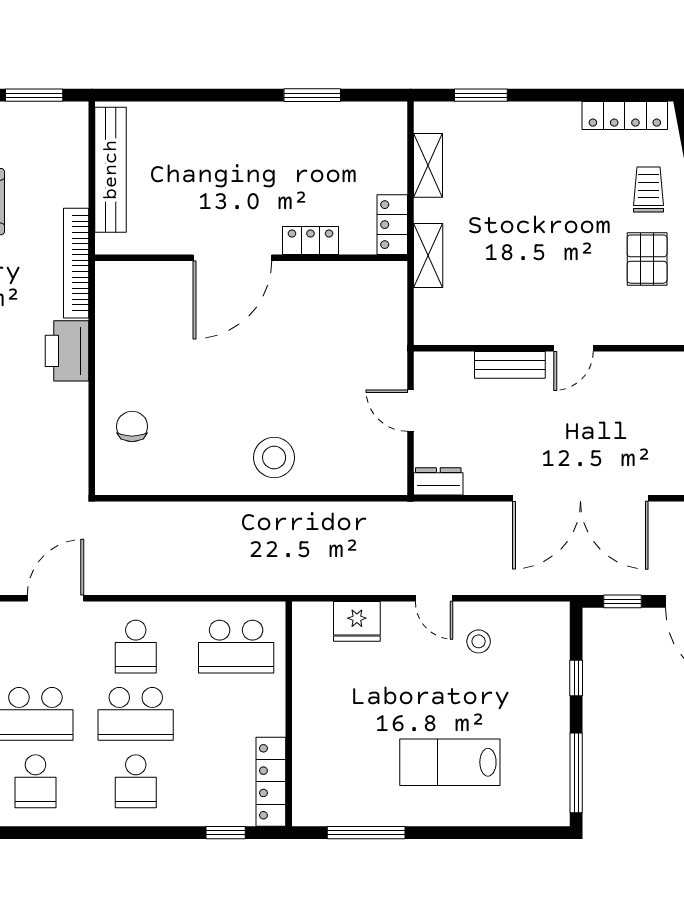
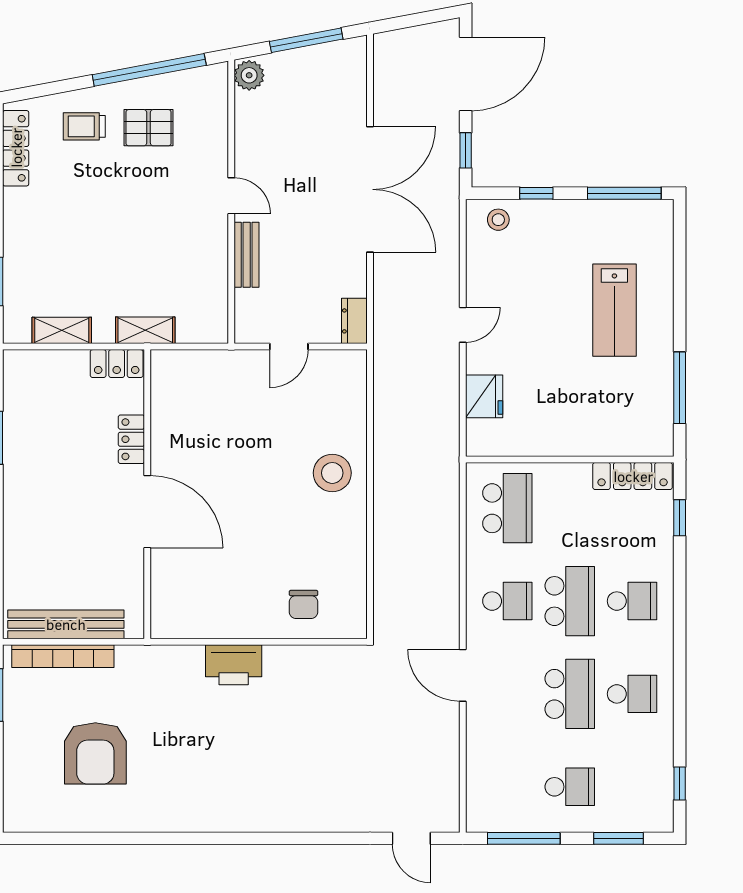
bookcase: (76, 263) -> (63, 656), moved
chair: (132, 426) -> (304, 604), turned -90
stool: (479, 641) -> (498, 220), moved

